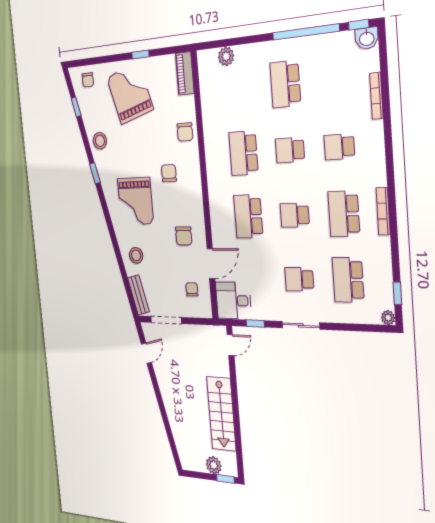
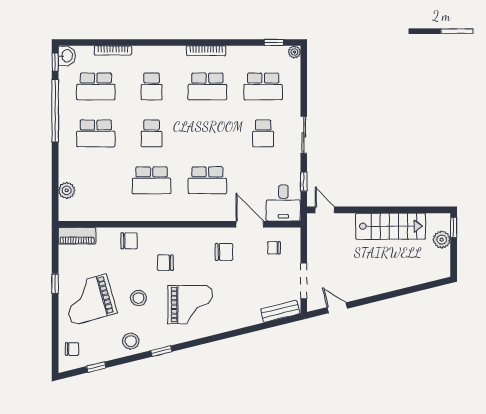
school desk: (295, 215) -> (96, 86), moved, width x1.85
stool: (136, 255) -> (138, 298), moved

